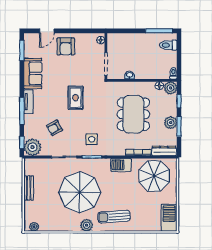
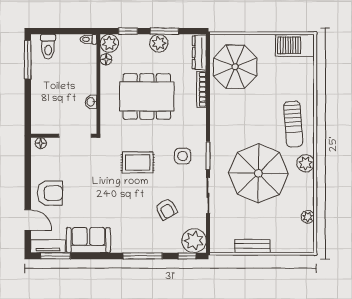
rug: (76, 98) -> (138, 162), moved
tv unit: (29, 102) -> (48, 246), moved
barbecue: (121, 165) -> (219, 114), removed
plant: (34, 227) -> (308, 217), moved

